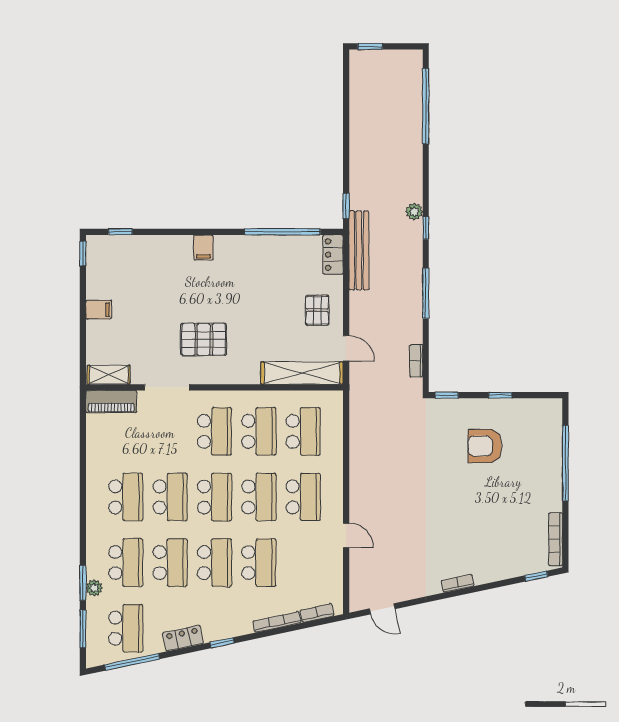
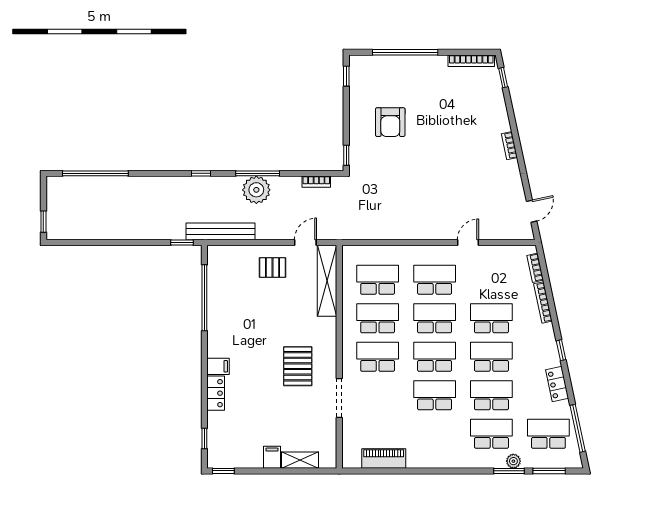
plant: (414, 212) -> (256, 190), moved, width x1.87, depth x1.87
locker: (333, 255) -> (216, 393), moved, turned -90
shelving: (109, 375) -> (300, 460), moved, turned 90
window: (500, 395) -> (346, 76), moved
piano: (111, 402) -> (384, 459), moved, turned -90
school desk: (126, 497) -> (435, 434), removed

